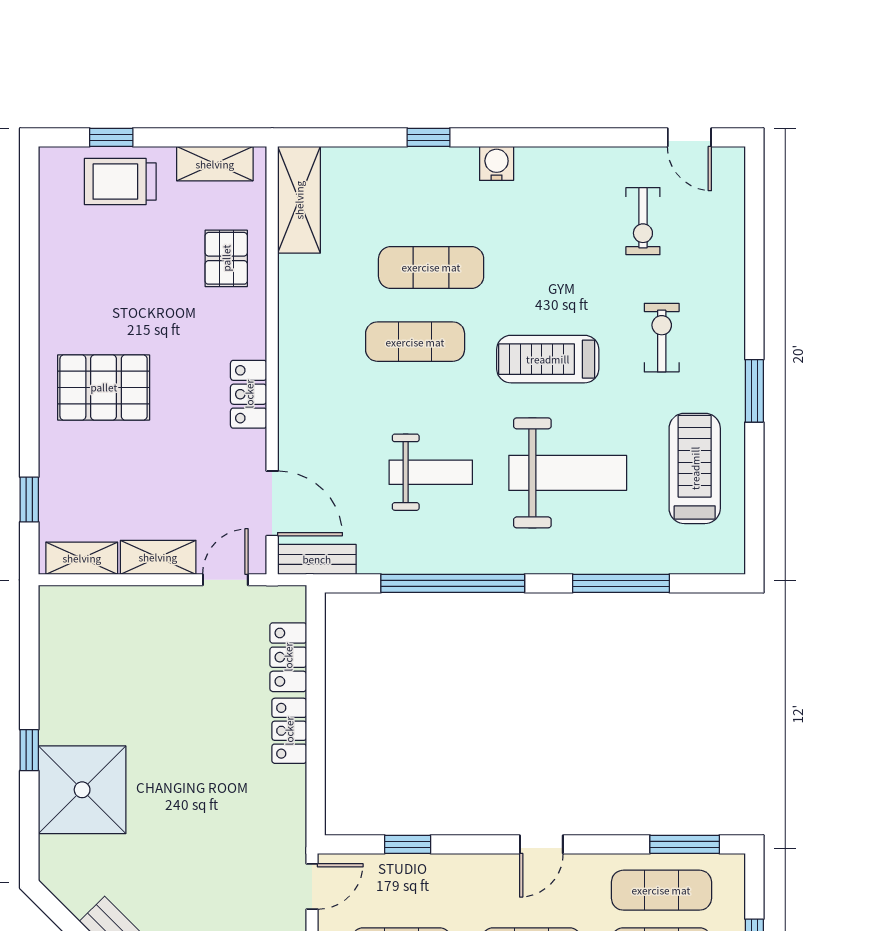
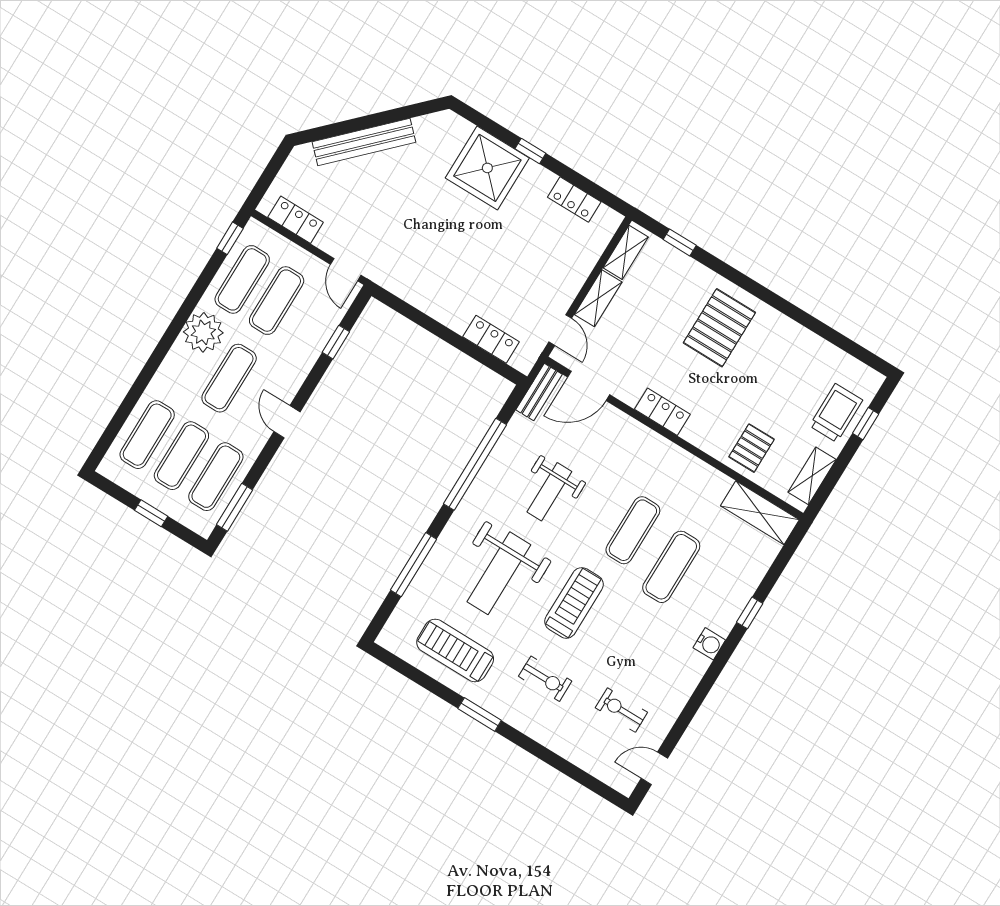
pallet: (226, 258) -> (752, 448), turned 90
treadmill: (695, 468) -> (455, 651), turned 180
locker: (289, 731) -> (574, 199), moved, turned 180

